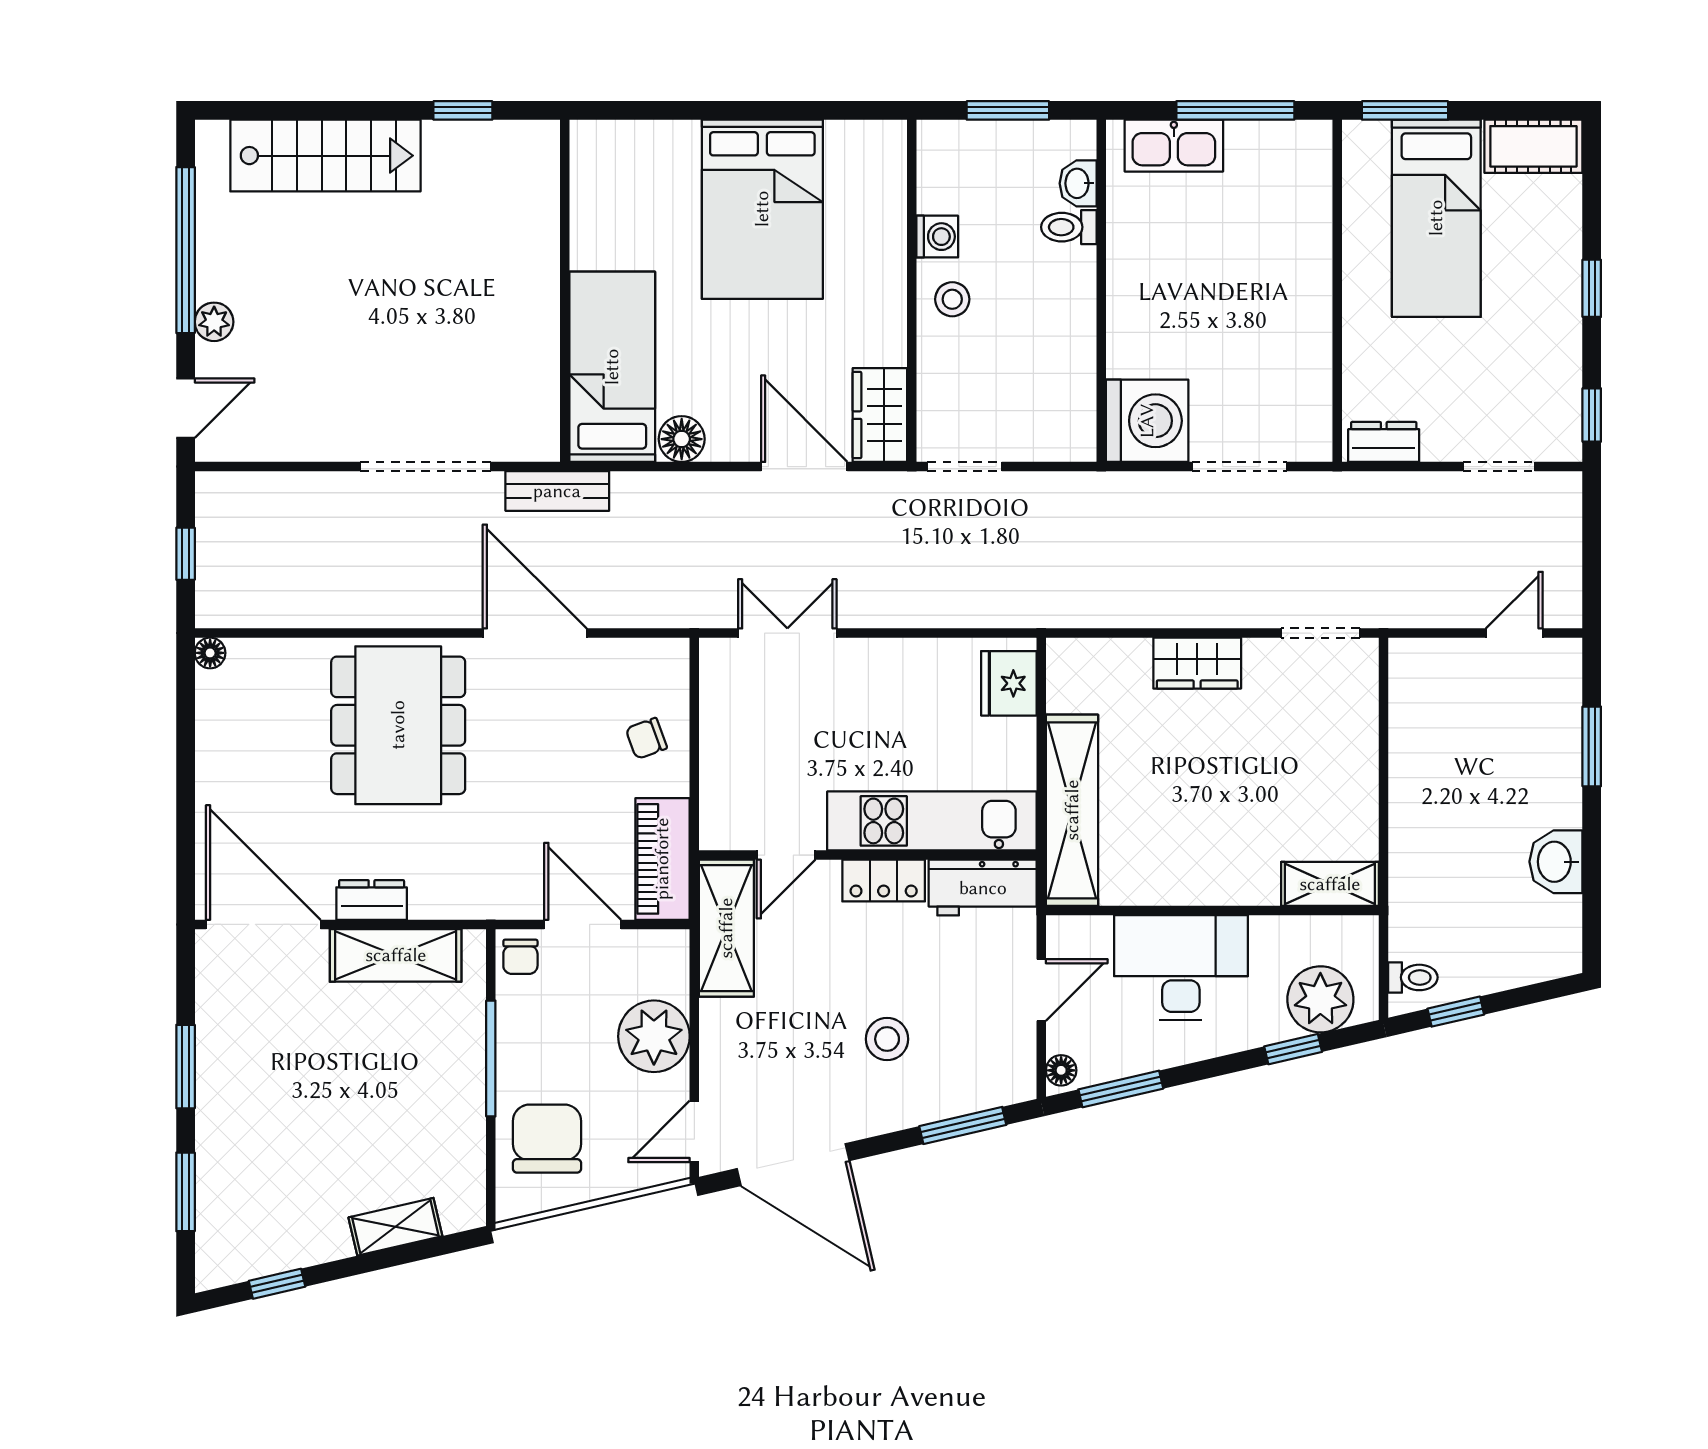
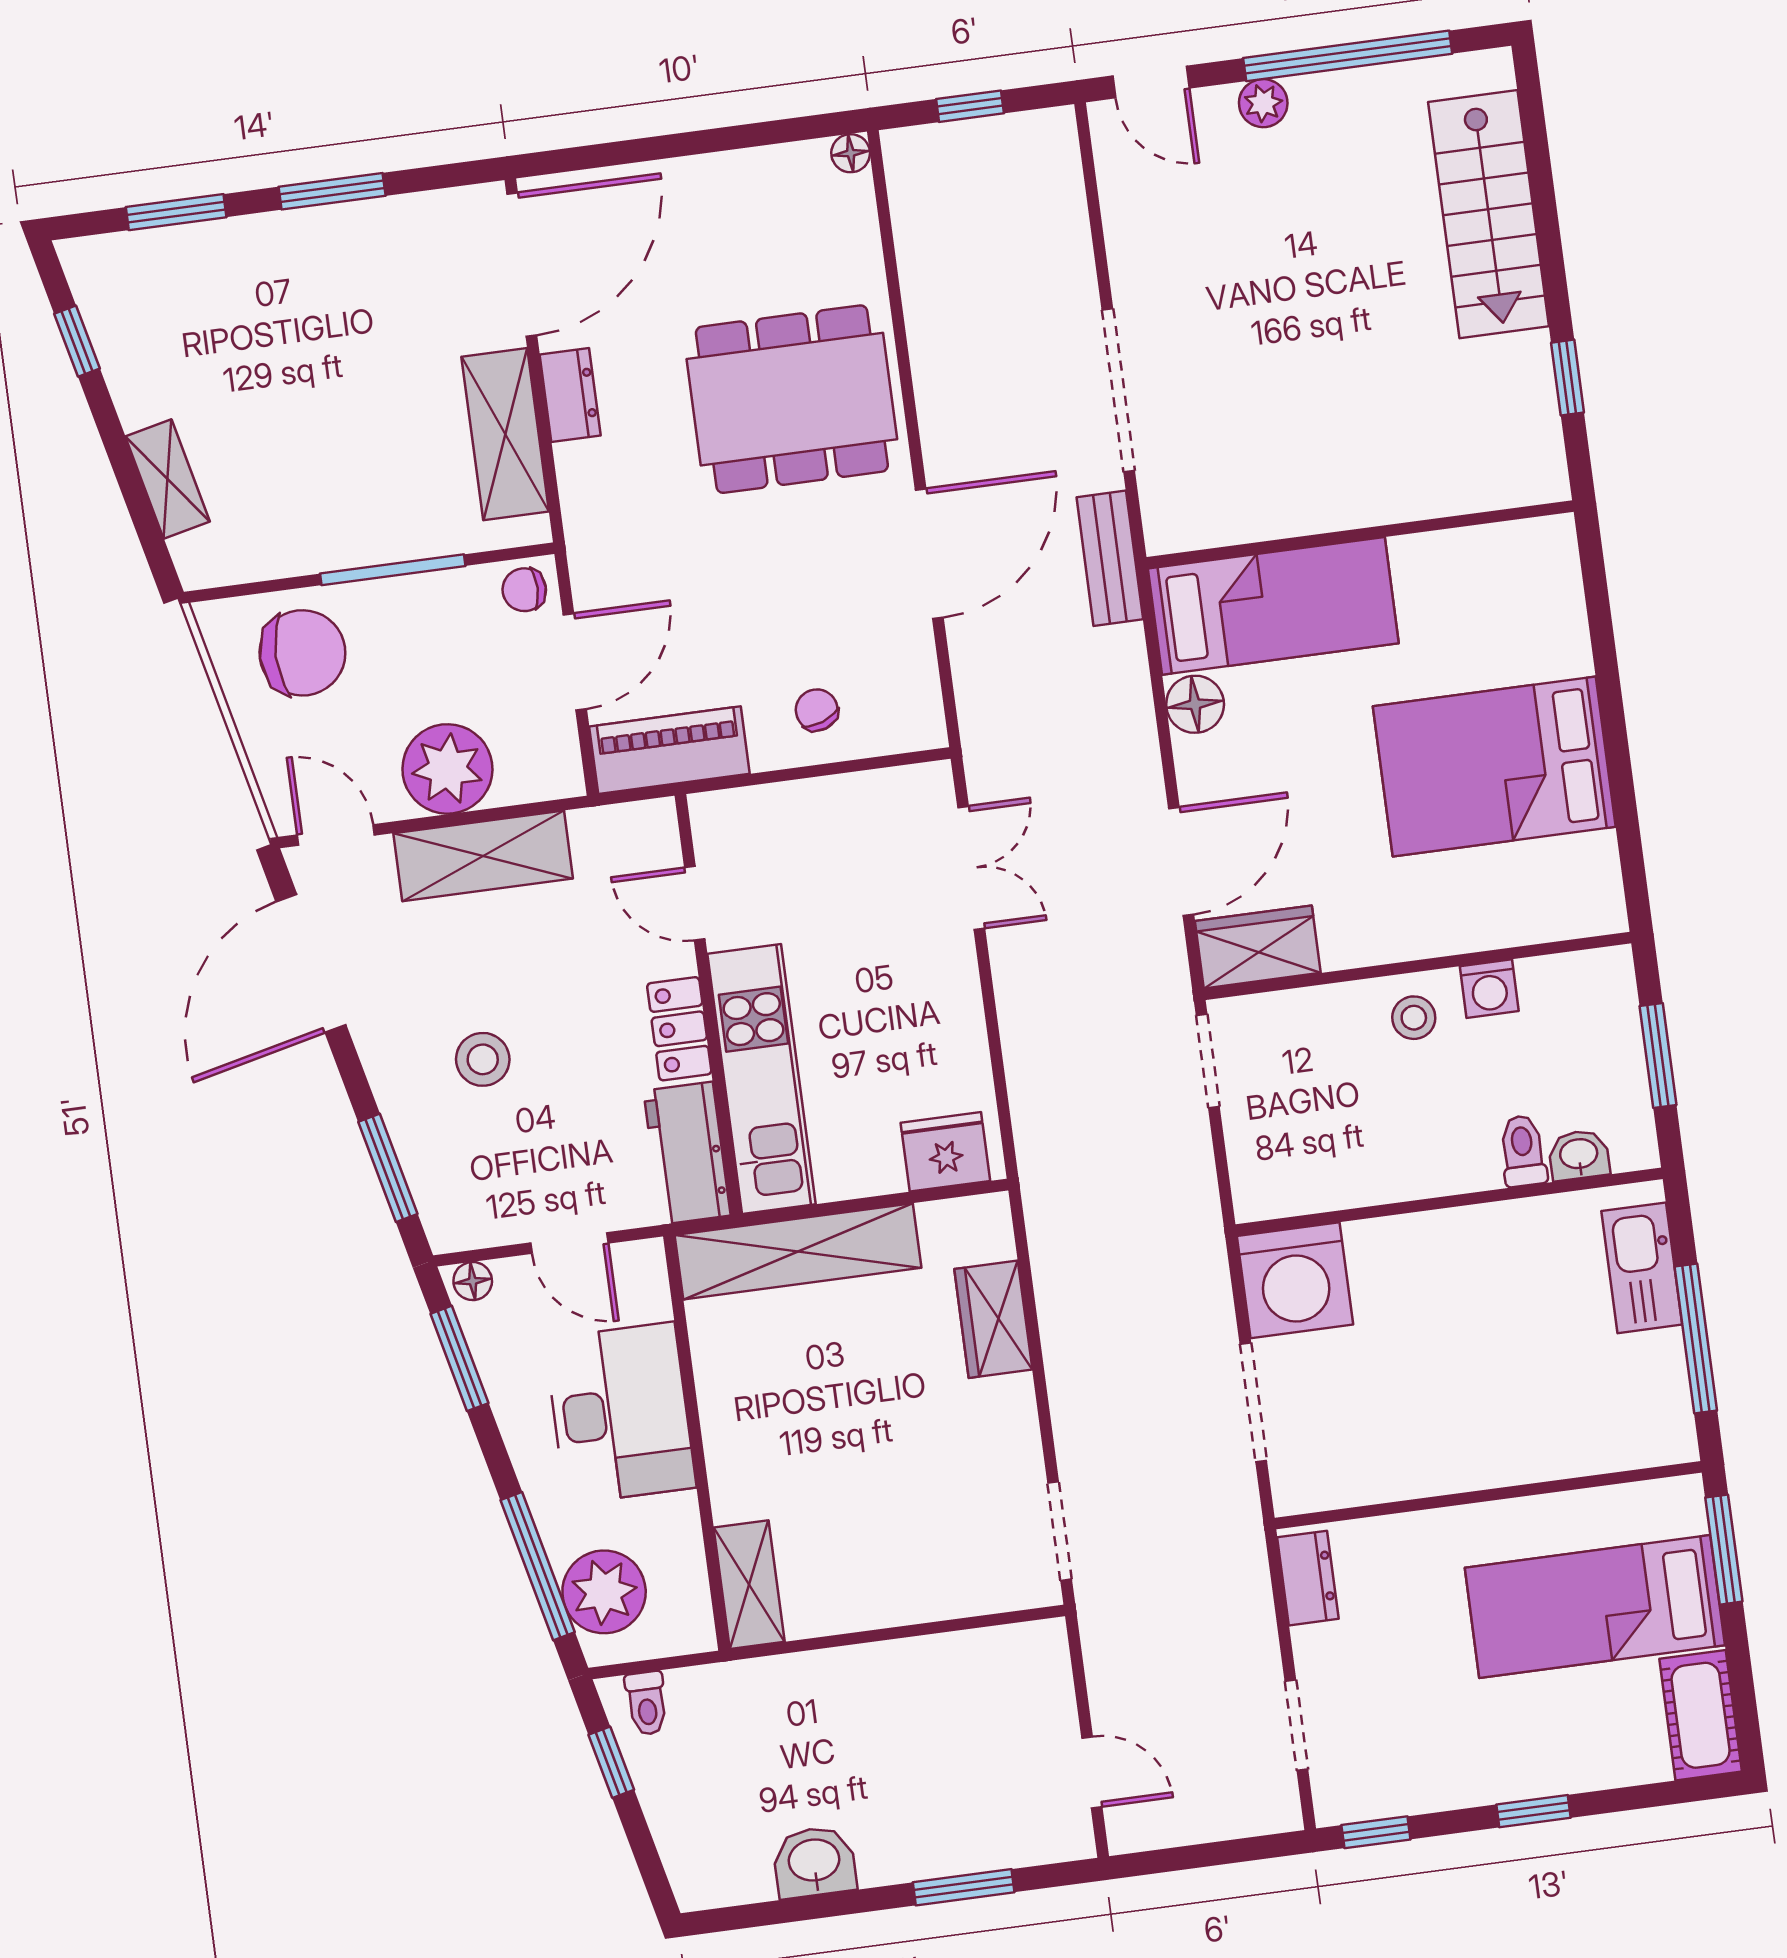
wardrobe: (1197, 663) -> (993, 1319), moved
shelving: (726, 928) -> (483, 856), moved
window: (1293, 1049) -> (538, 1566), width x2.17

